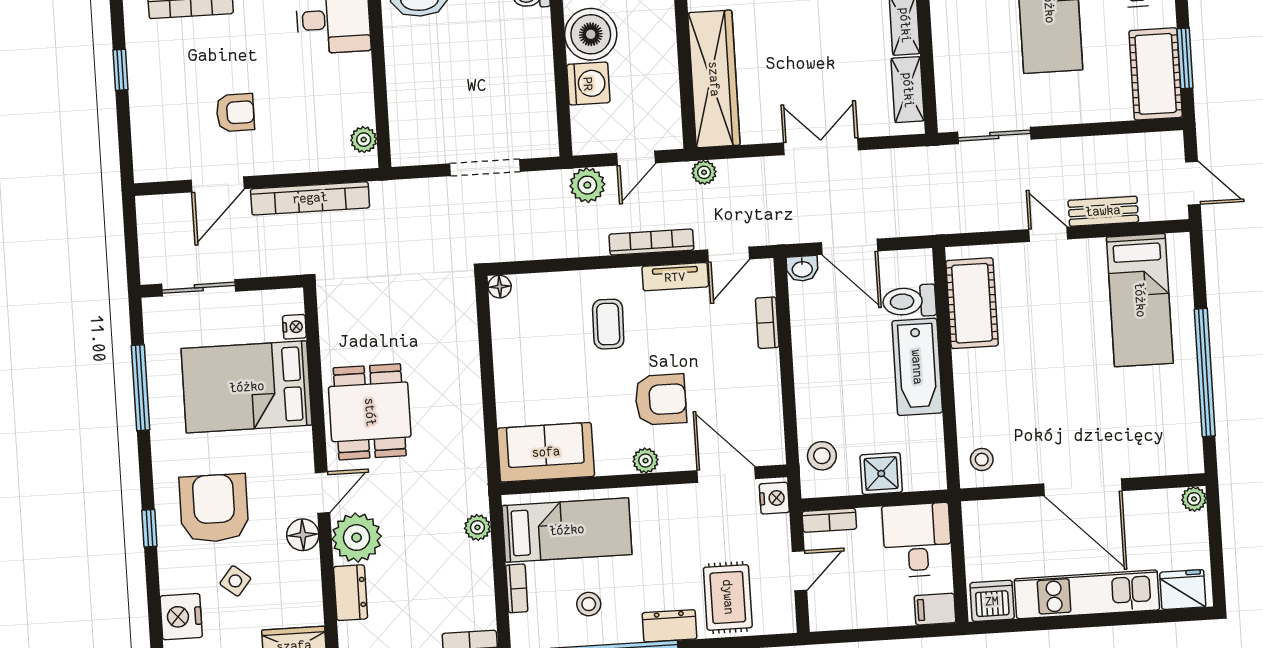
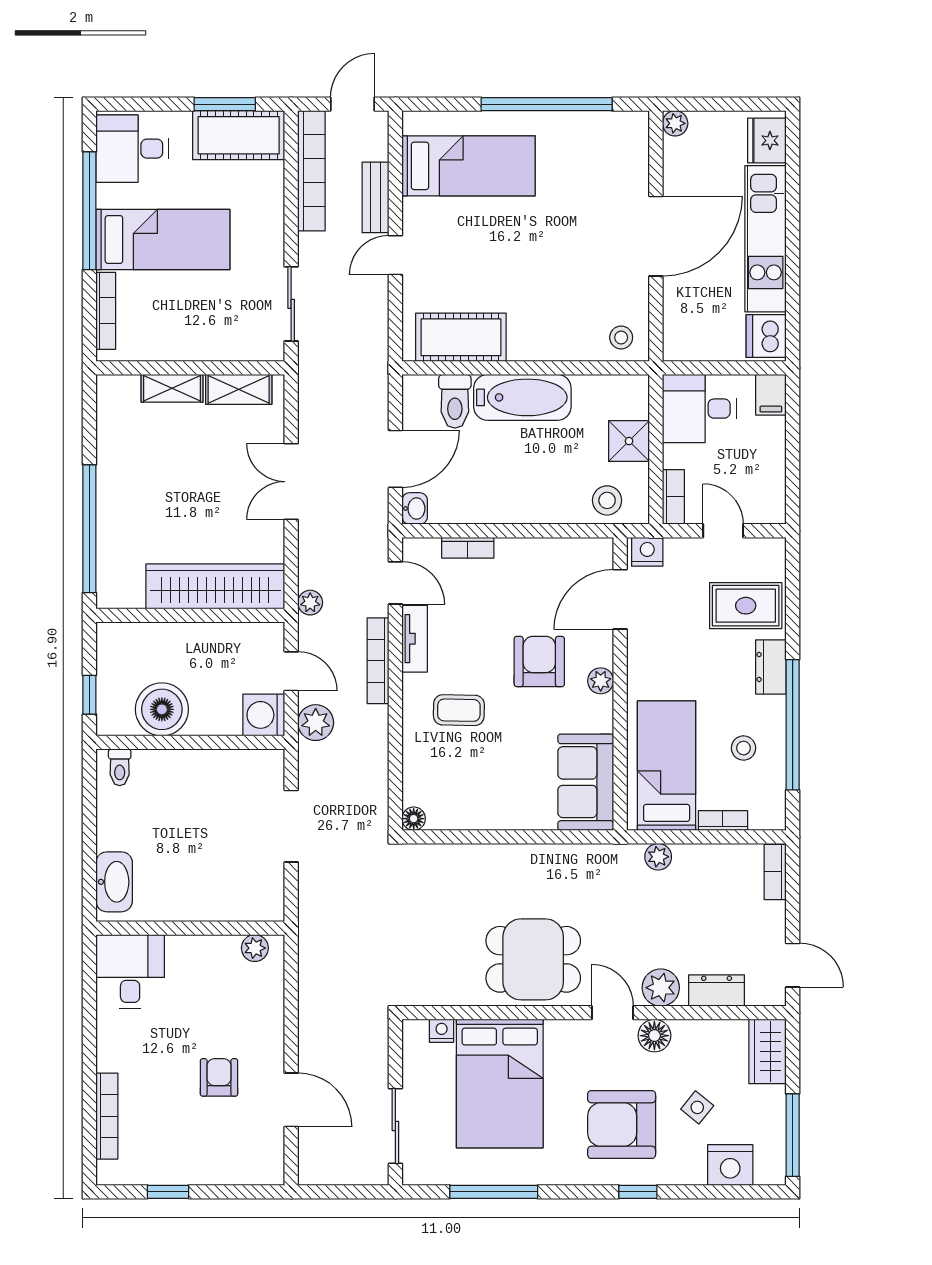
washing machine: (588, 84) -> (264, 715), moved, turned -90
bookcase: (310, 198) -> (311, 171), moved
plant: (357, 538) -> (661, 988), width x0.73, depth x0.73

